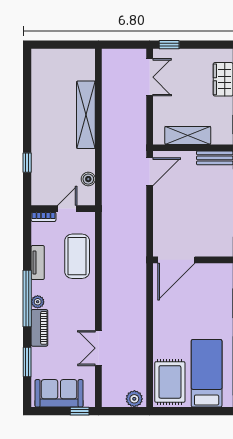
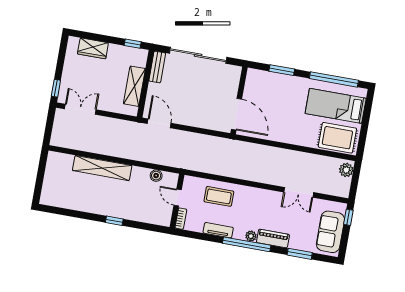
window: (27, 163) -> (114, 221), moved
coffee table: (77, 256) -> (219, 196), width x0.73, depth x0.76

